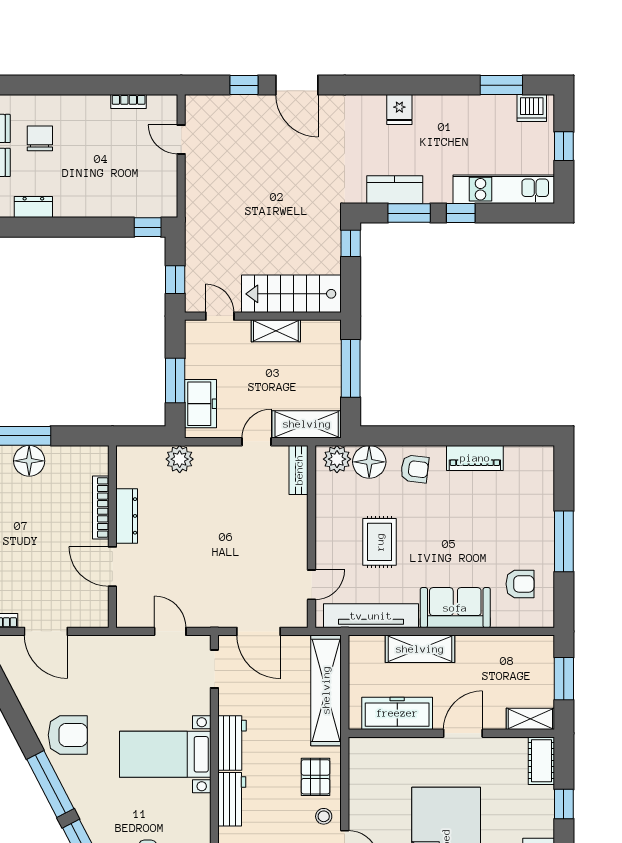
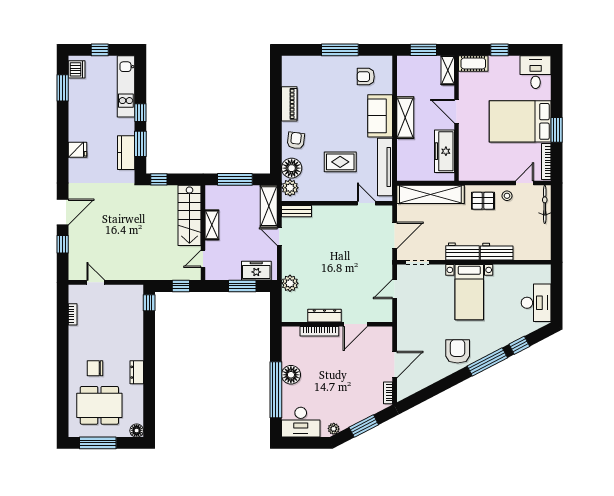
door: (181, 139) -> (96, 282), swing flipped
armchair: (520, 584) -> (366, 77), turned -90
shelving: (420, 649) -> (405, 118), moved

